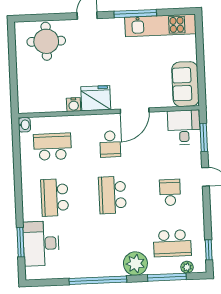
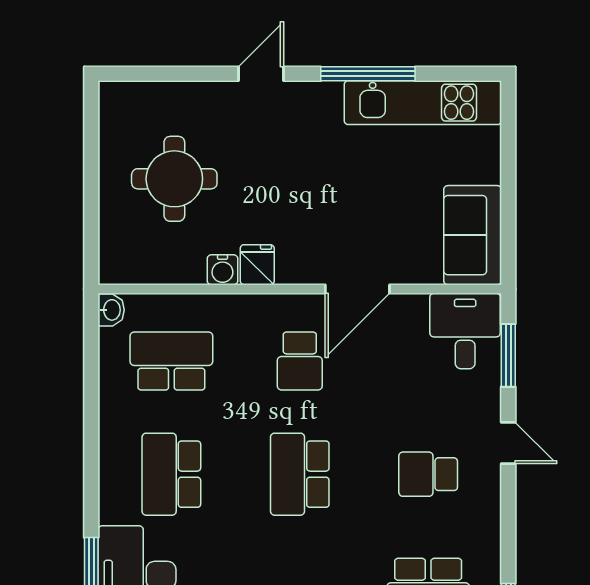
round table: (46, 41) -> (174, 179), moved
fridge: (96, 98) -> (257, 265), width x0.53, depth x0.75
school desk: (170, 192) -> (428, 474), turned -90

